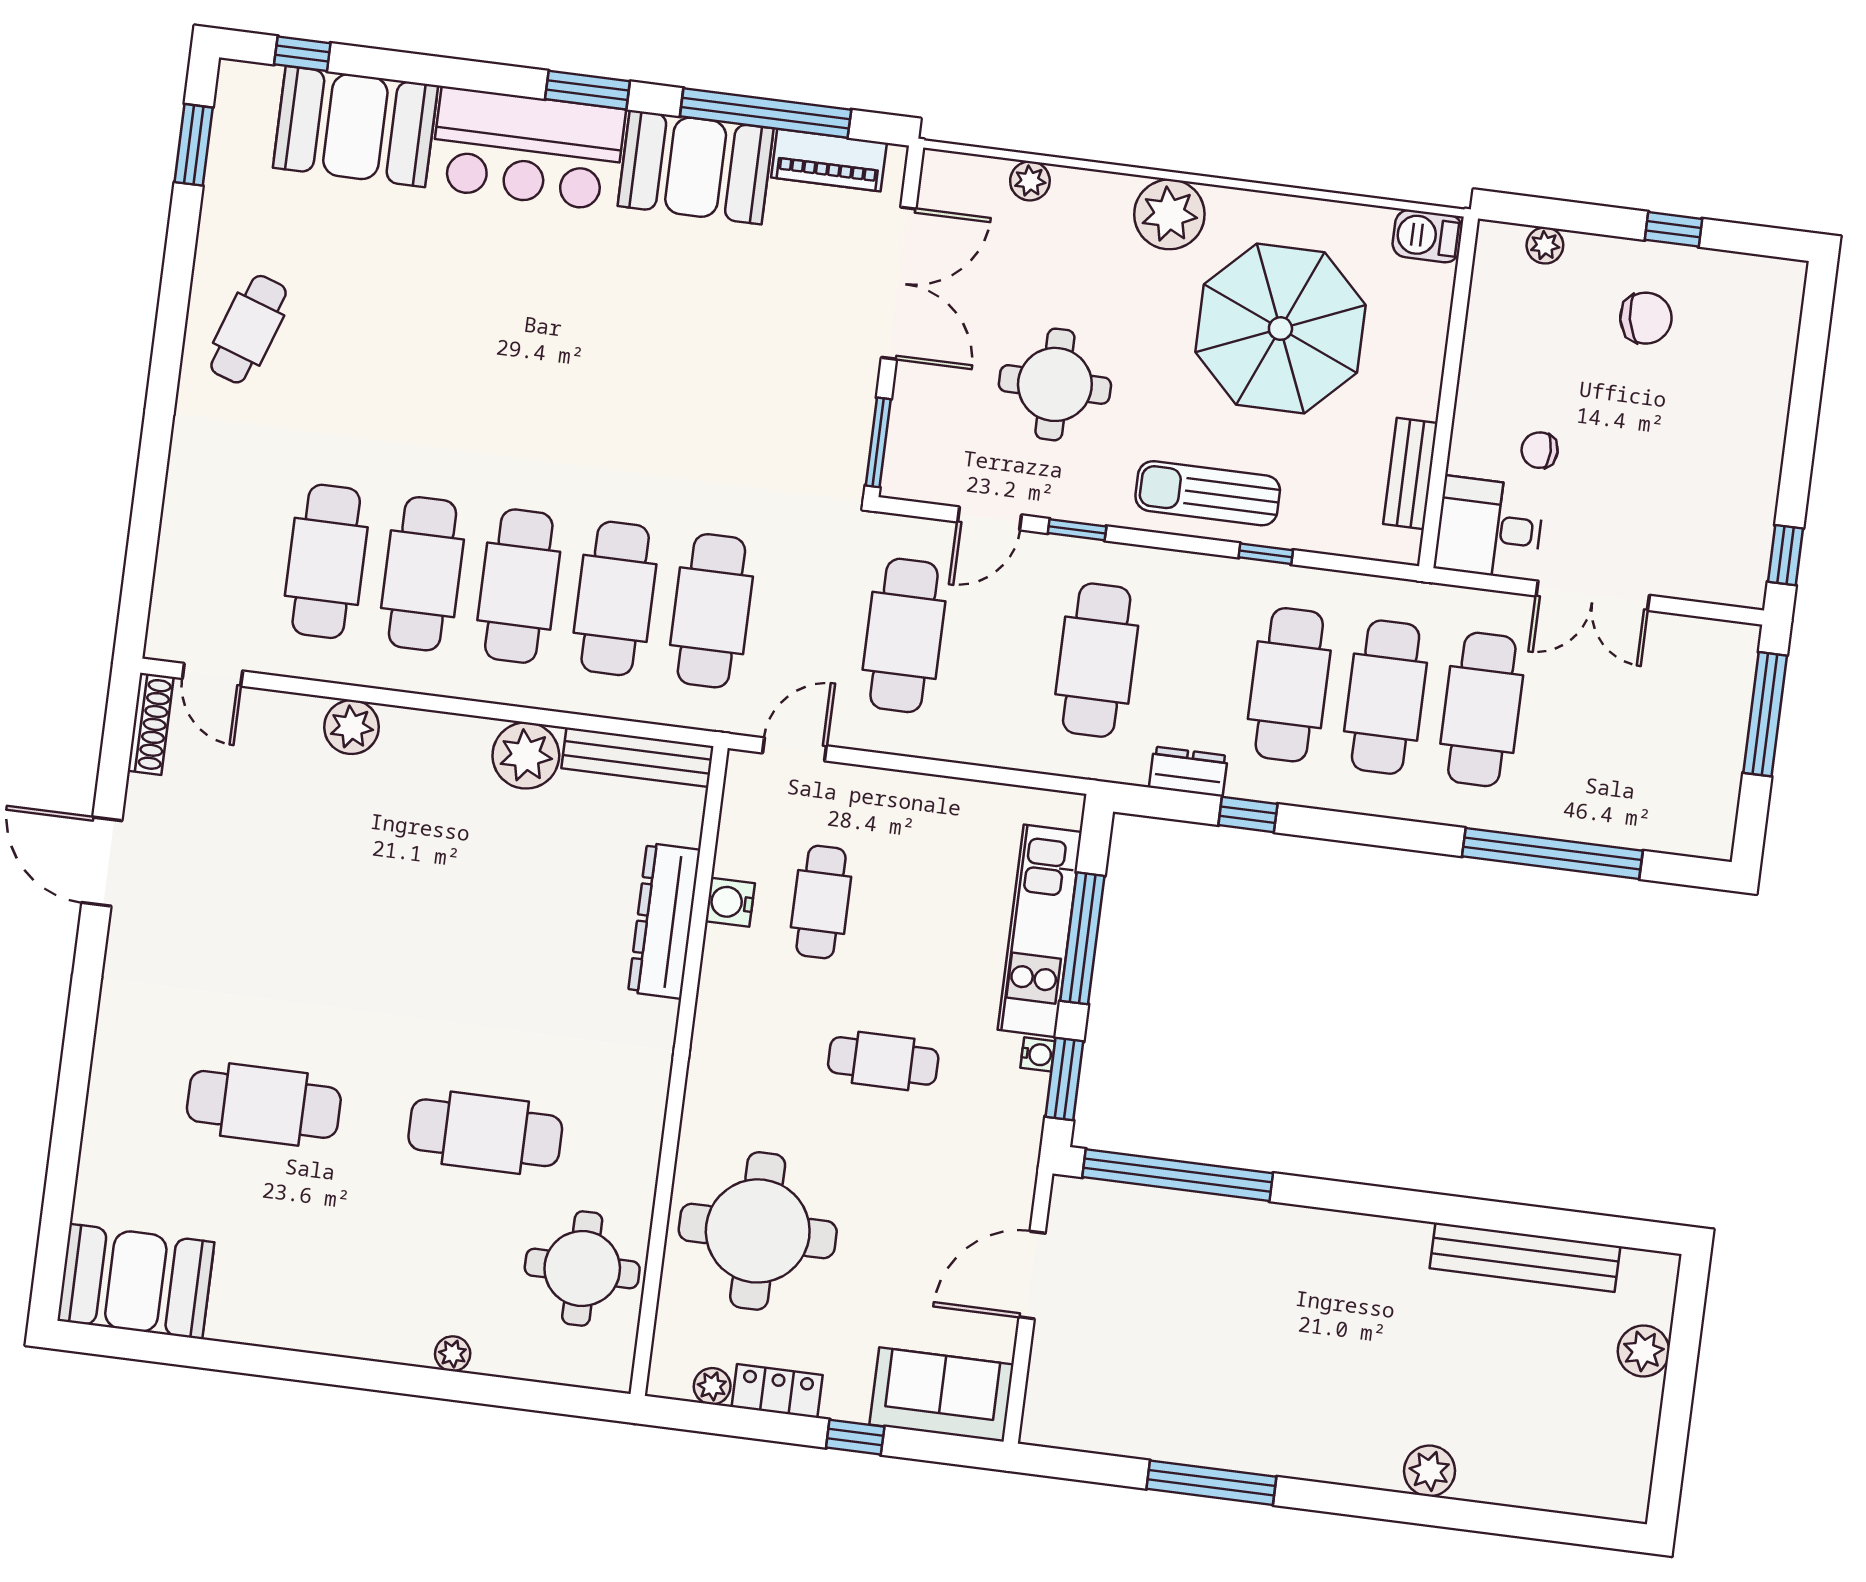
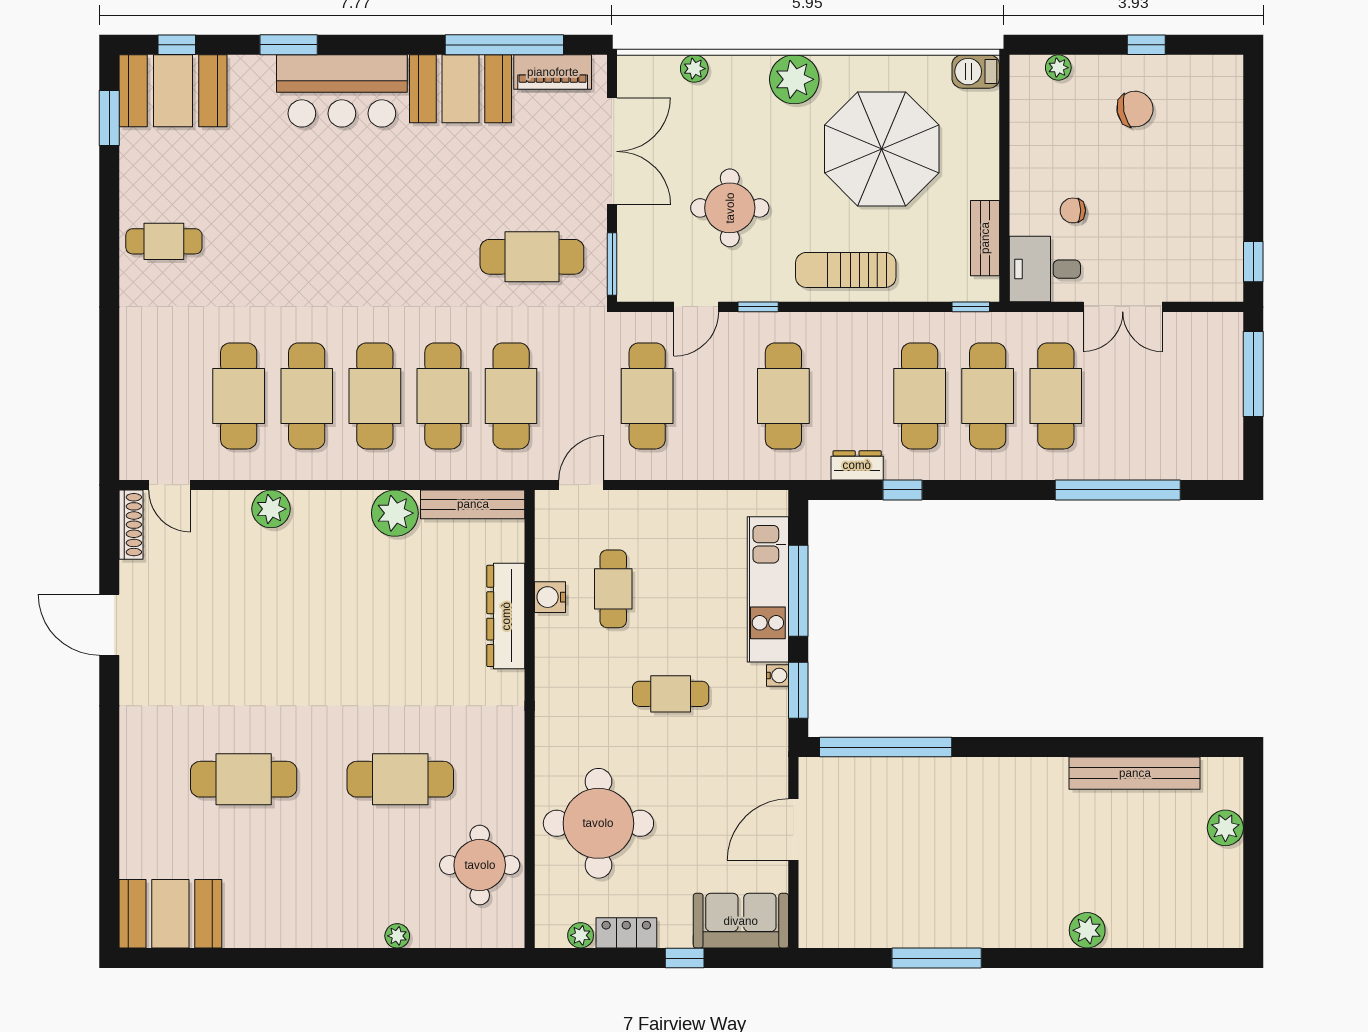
window: (587, 90) -> (289, 45), moved
booth: (355, 127) -> (173, 91), moved
cafe table: (249, 329) -> (164, 241), turned 71
cafe table: (766, 418) -> (532, 257), added
window: (1266, 554) -> (971, 307), moved

